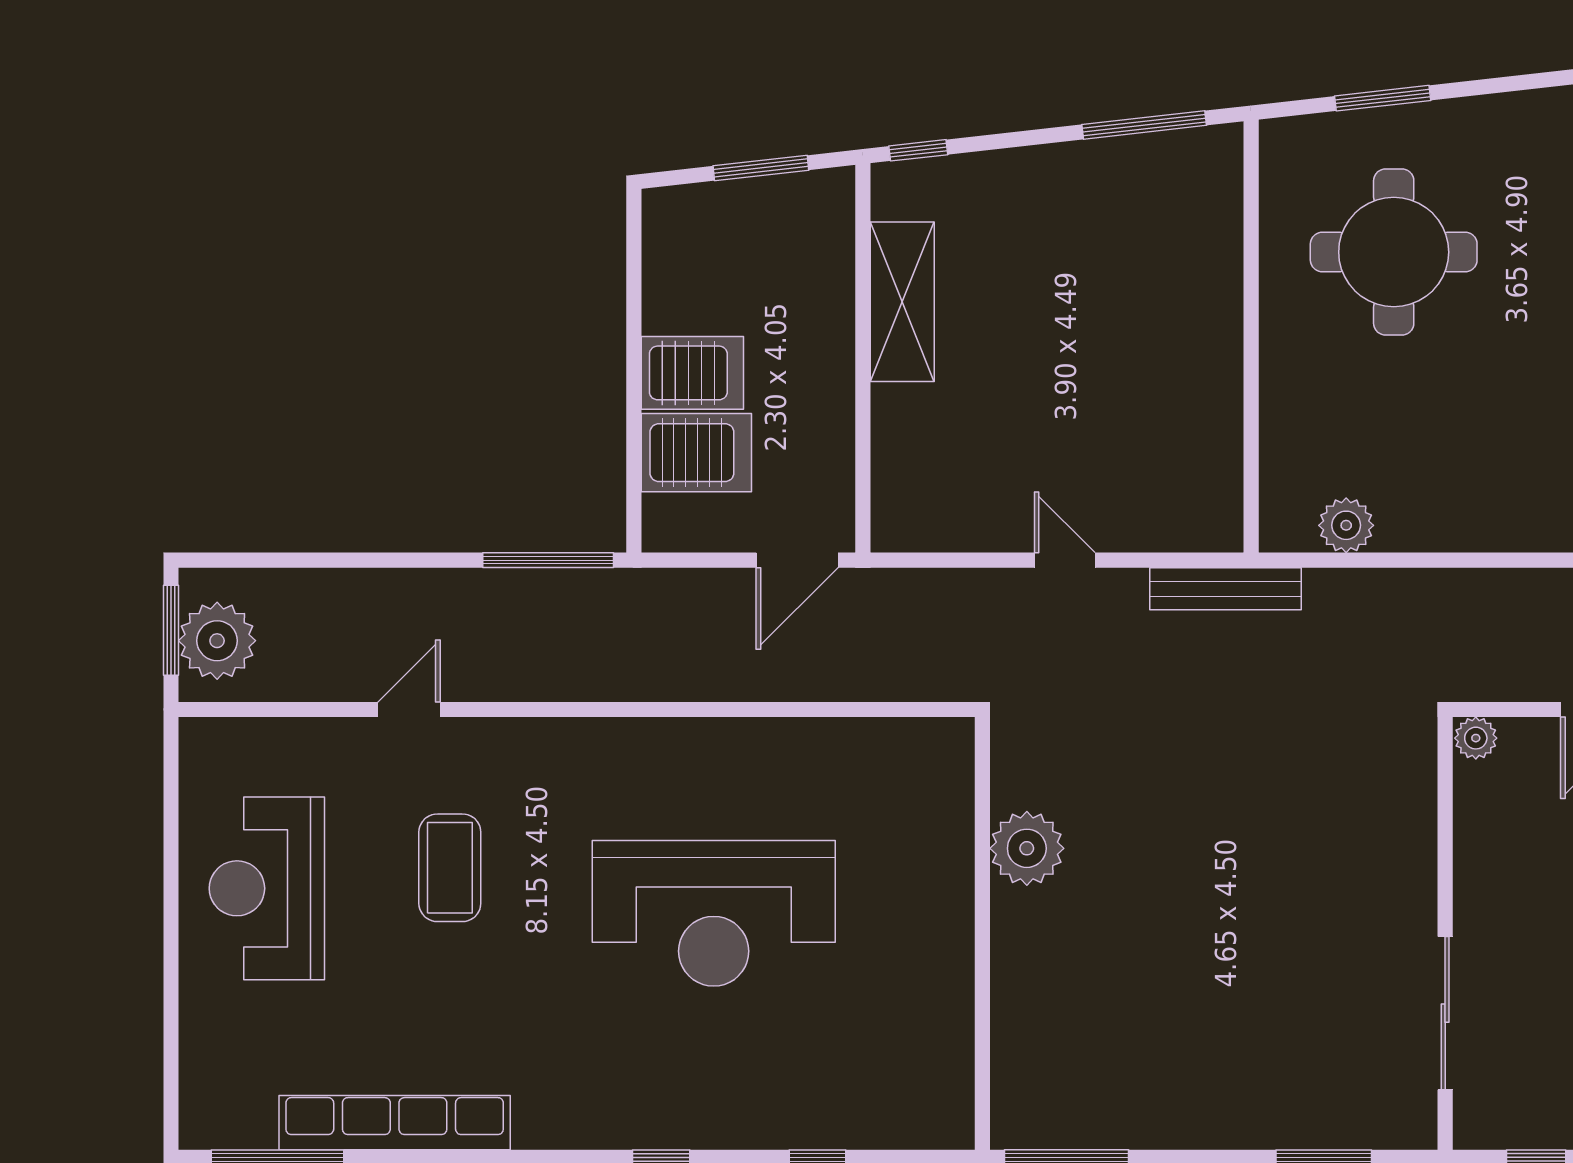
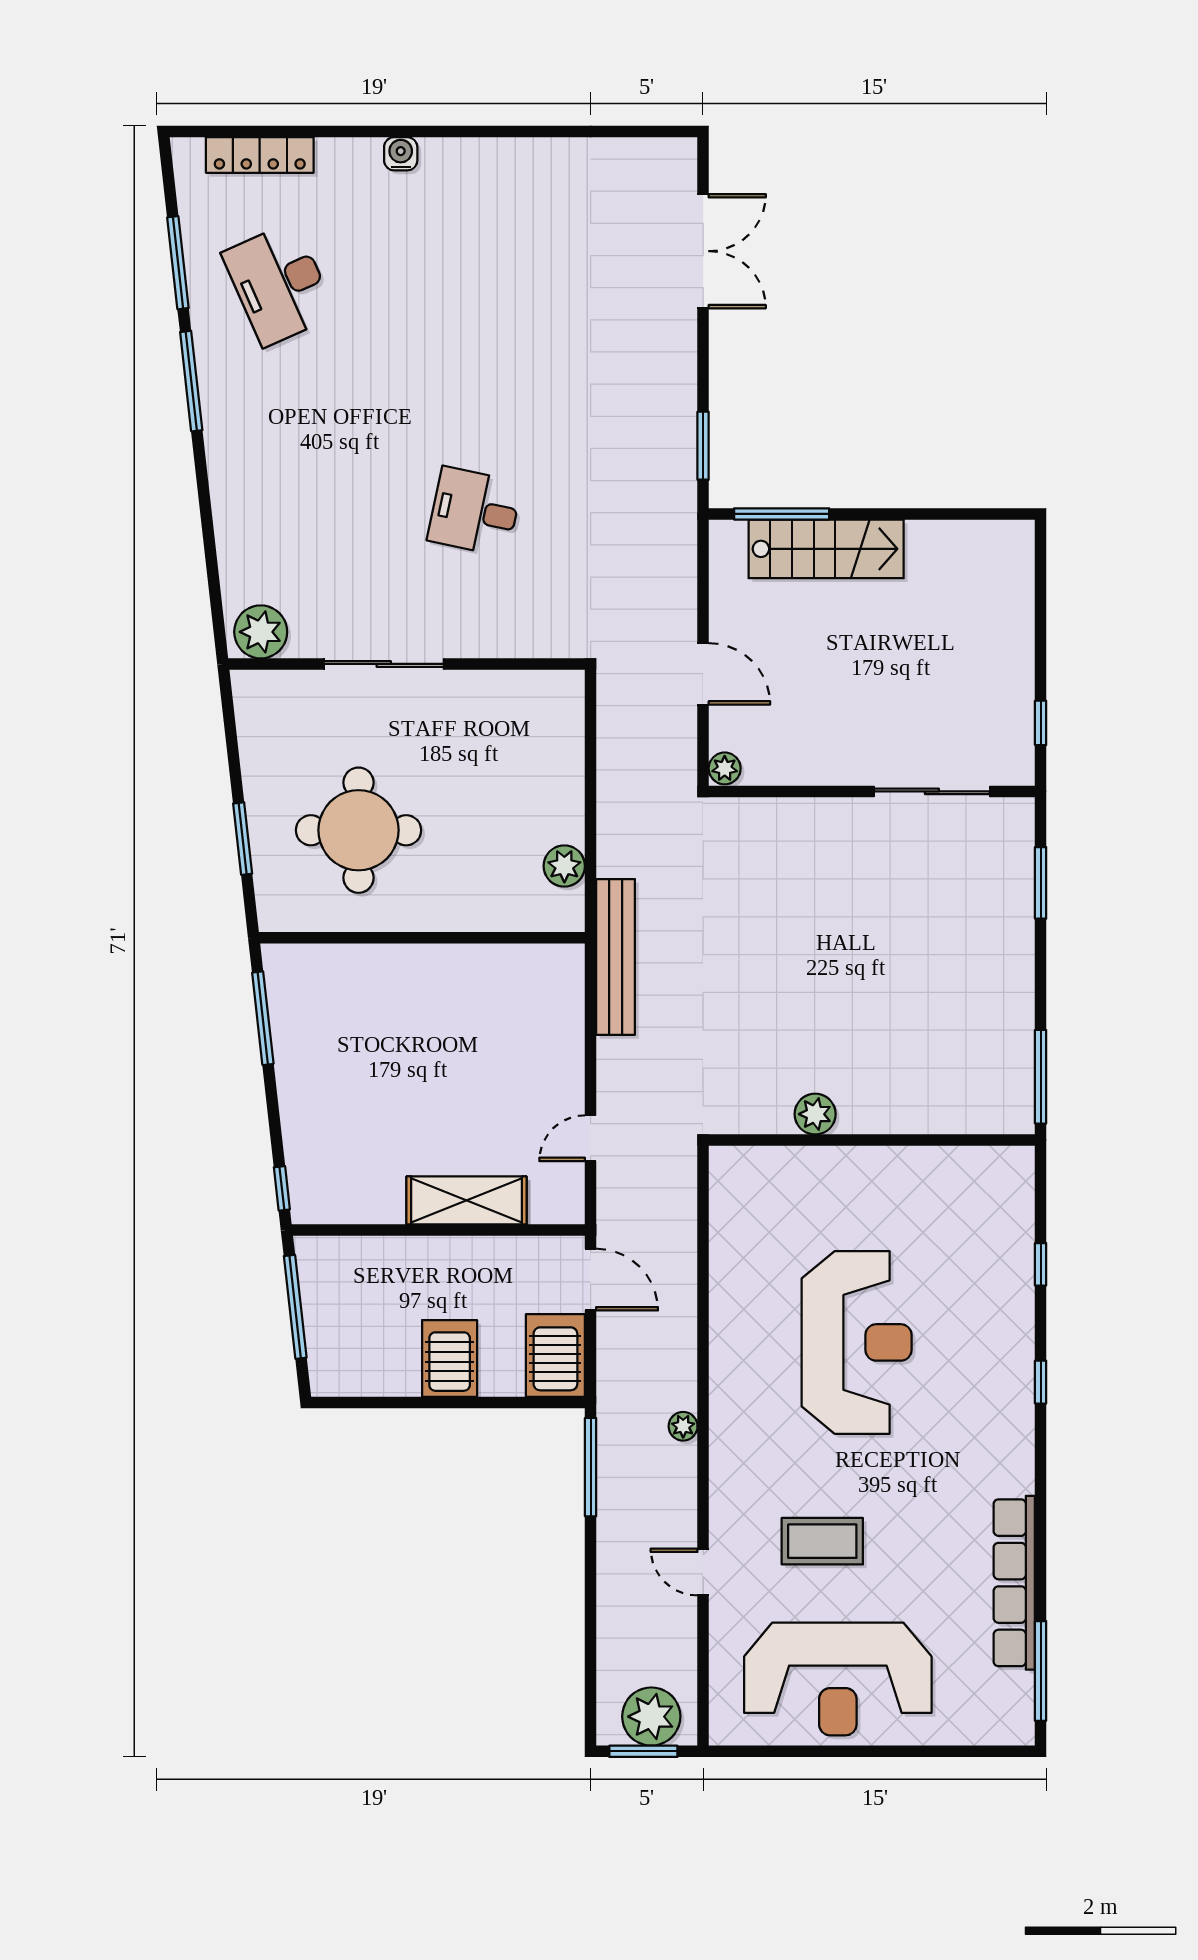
window: (761, 168) -> (295, 1307), width x1.44
shelving: (902, 302) -> (467, 1200), moved
server rack: (696, 453) -> (555, 1356), moved
door: (1065, 560) -> (591, 1138), moved
bench: (1226, 589) -> (616, 957), width x1.37, depth x1.21
plant: (602, 683) -> (683, 1426), added
plant: (1027, 848) -> (815, 1114), width x0.73, depth x0.73
reception desk: (267, 888) -> (838, 1679), width x1.36, depth x1.30

